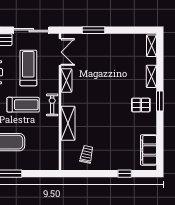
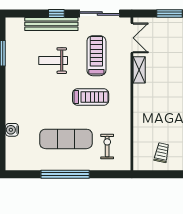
exercise bike: (52, 105) -> (107, 147), moved
shelving: (68, 123) -> (141, 118), removed

